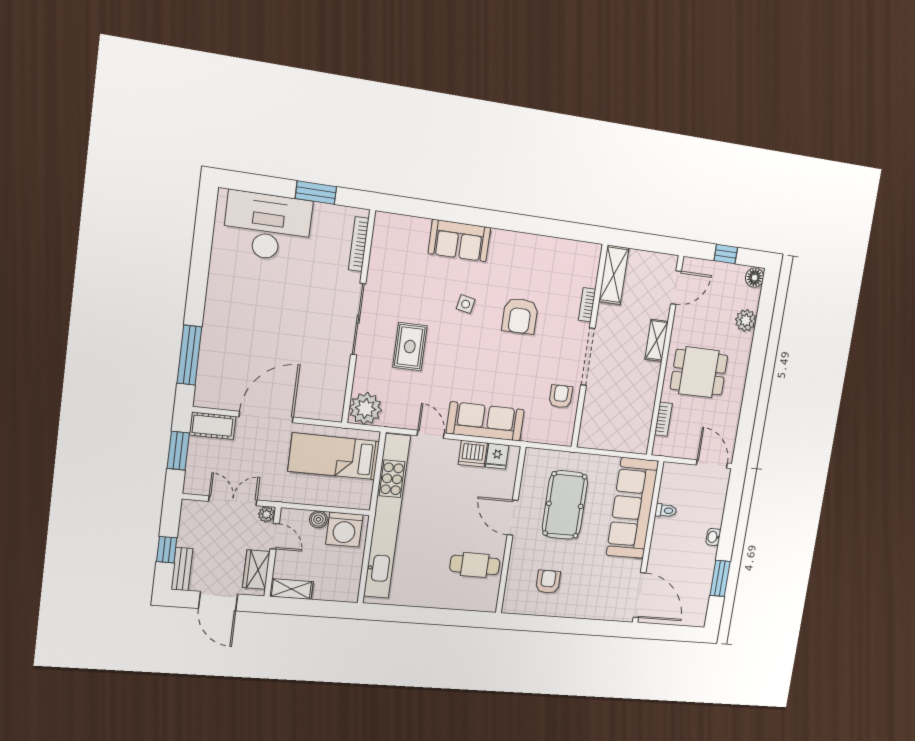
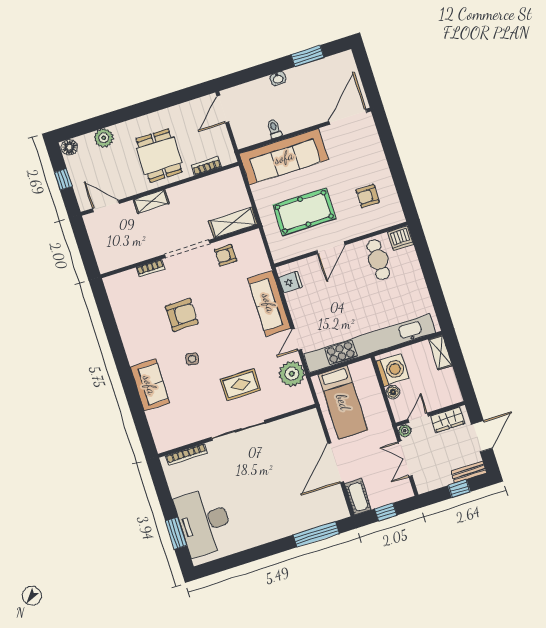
window: (316, 193) -> (176, 533), moved
shelving: (614, 275) -> (233, 223), moved
plant: (366, 409) -> (292, 374), moved
door: (266, 417) -> (336, 463), hinge flipped
window: (178, 451) -> (386, 512), width x0.67
dishwasher: (473, 454) -> (400, 238), moved, turned 90
shelving: (291, 589) -> (440, 352), moved

